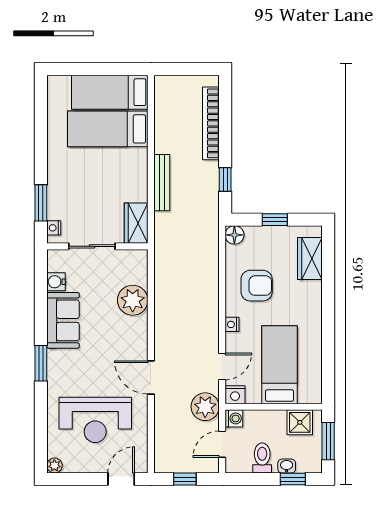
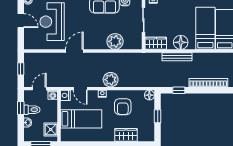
floor lamp: (134, 176) -> (181, 42), added
wardrobe: (310, 258) -> (126, 135), moved
plant: (205, 407) -> (111, 80), moved
door: (222, 444) -> (39, 89), hinge flipped
door: (121, 479) -> (21, 21), moved
window: (293, 479) -> (21, 108), moved

